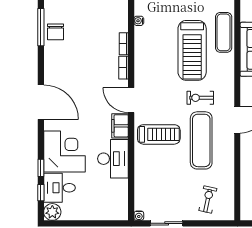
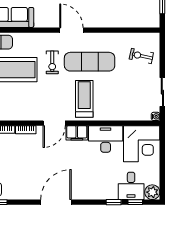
corner desk: (64, 151) -> (142, 144), moved, turned 180

